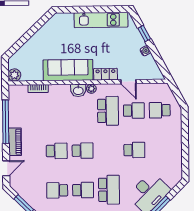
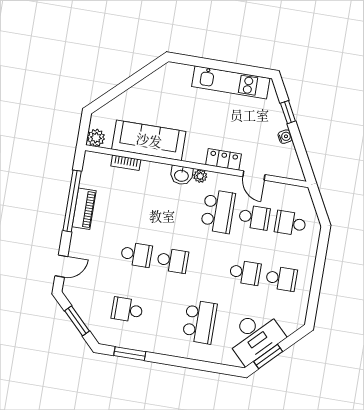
sofa: (68, 70) -> (149, 140), moved
piano: (15, 142) -> (84, 209), moved
school desk: (83, 190) -> (281, 279), moved

